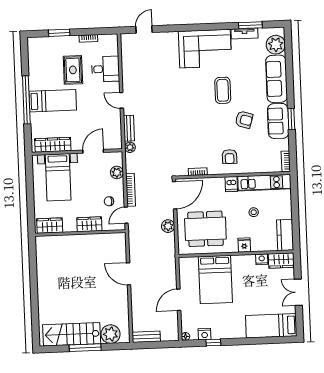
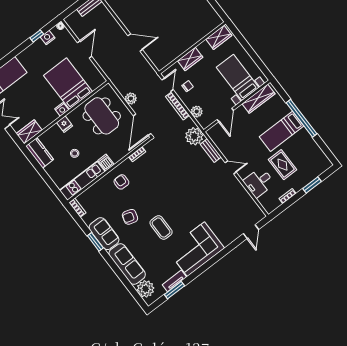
plant: (130, 147) -> (194, 136), width x1.87, depth x1.87
dining table: (205, 229) -> (102, 116), turned 90
nightstand: (262, 259) -> (62, 109), moved

